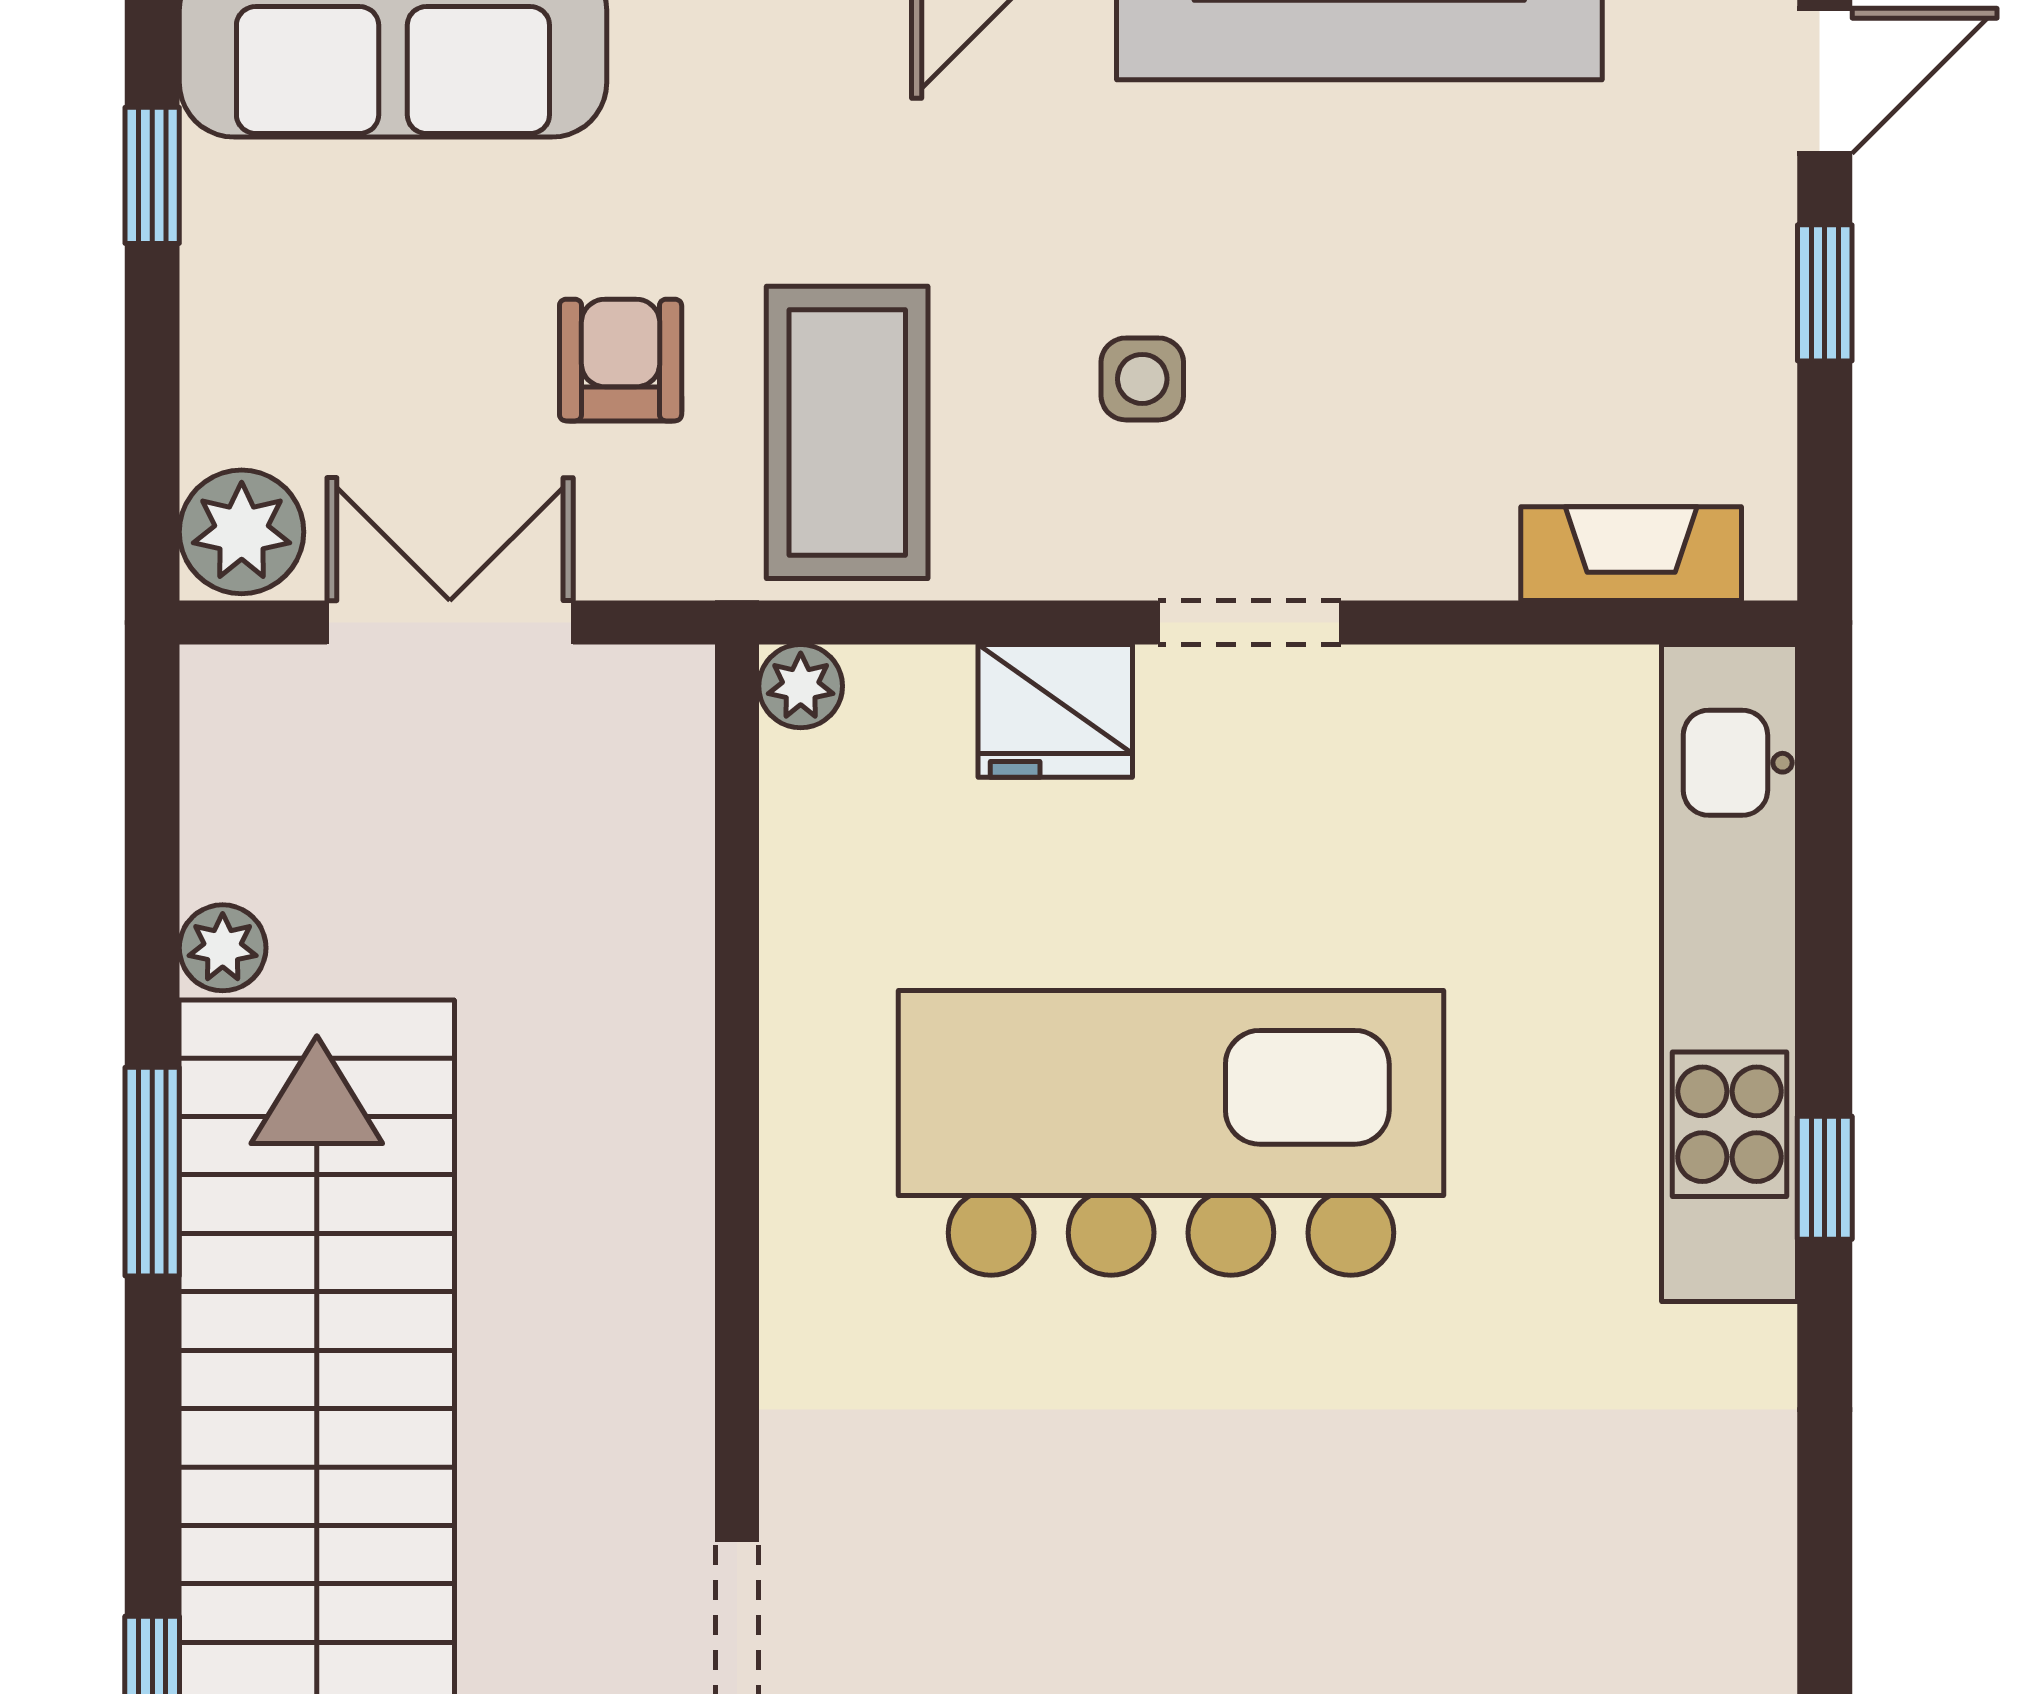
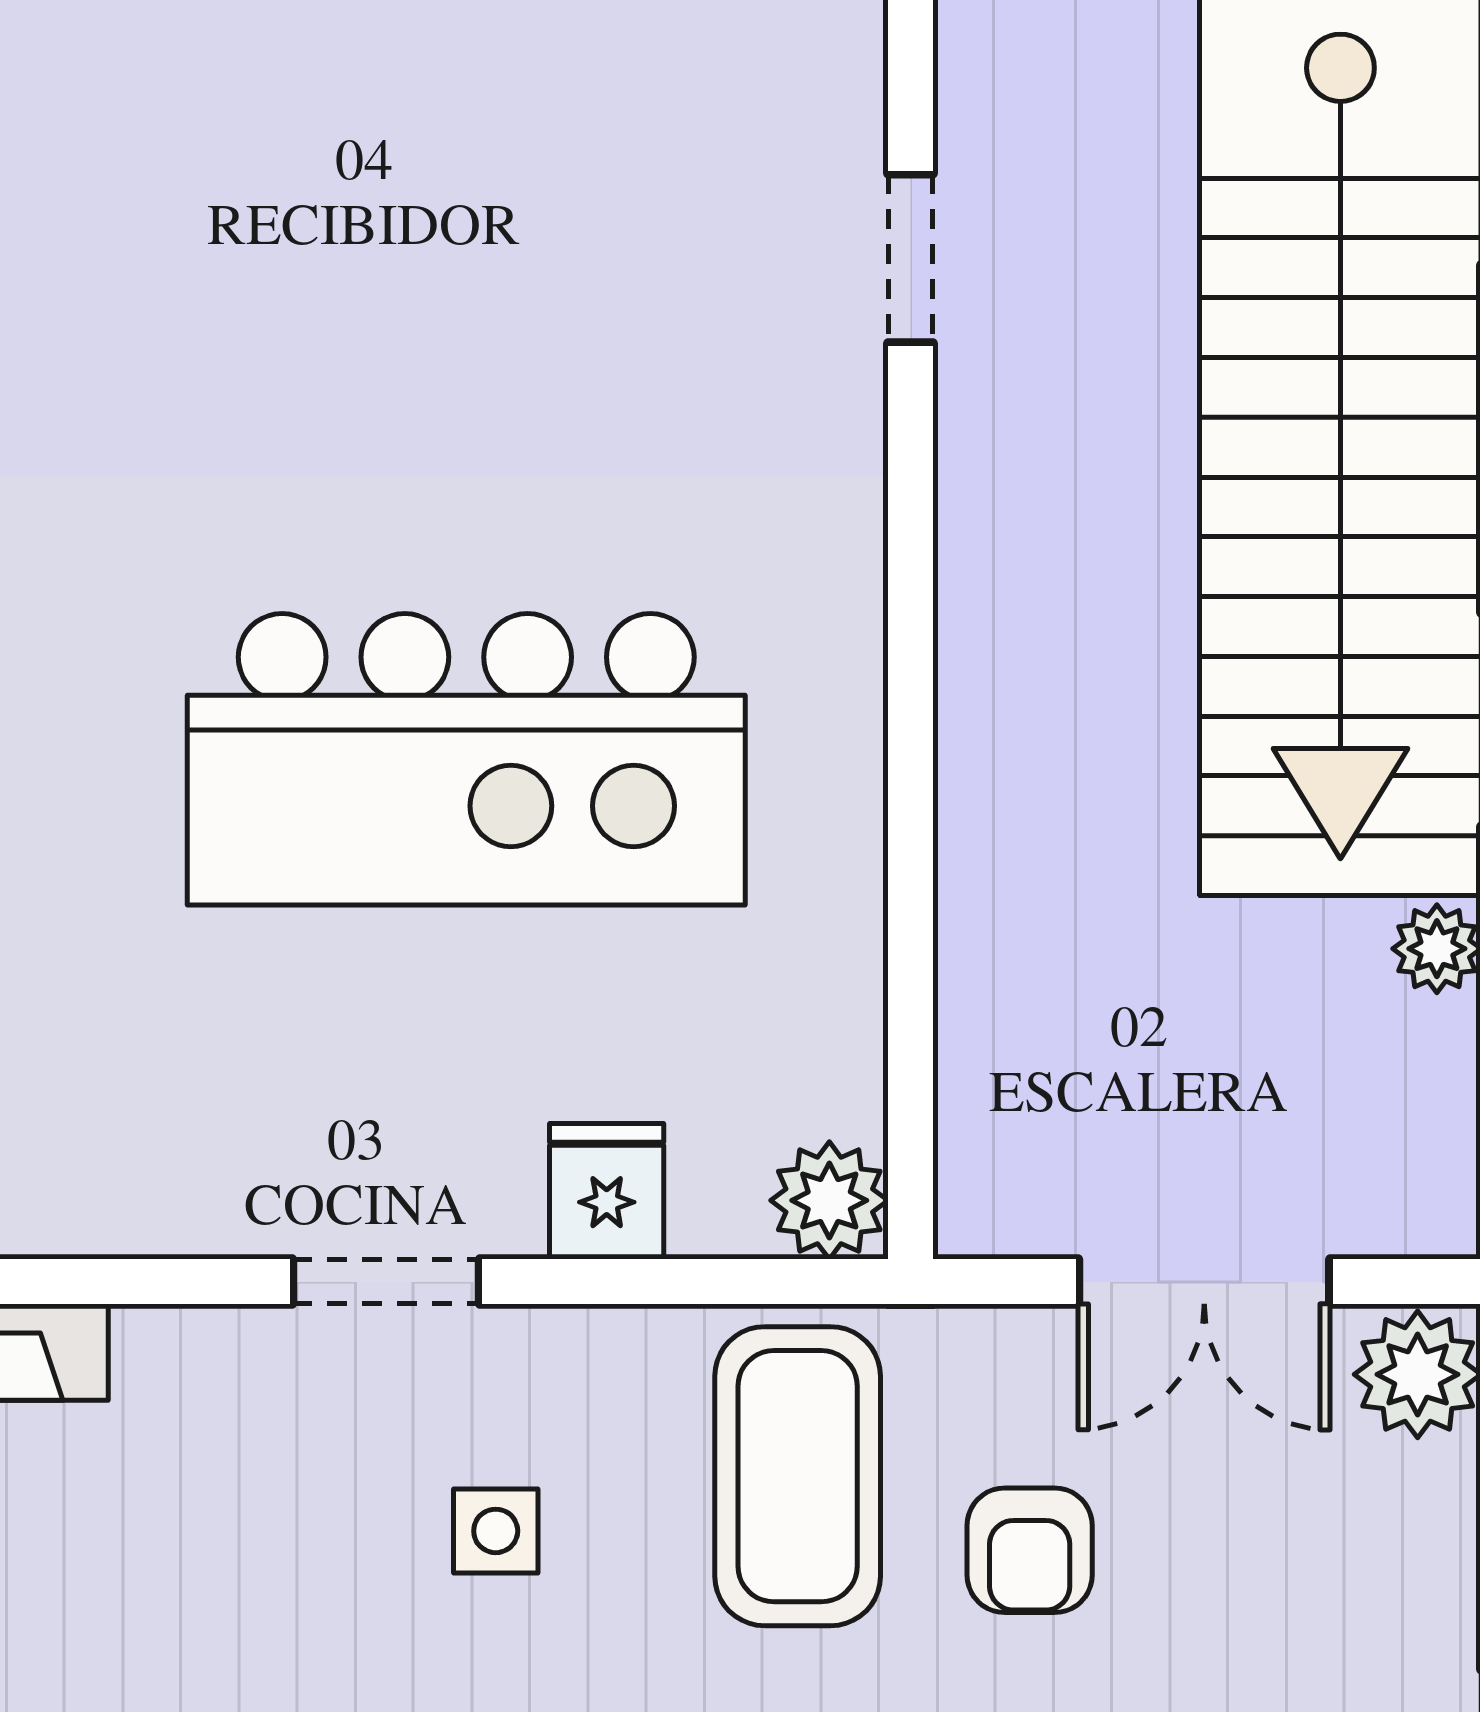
plant: (801, 686) -> (829, 1200), width x1.38, depth x1.38
fridge: (1055, 711) -> (607, 1191), width x0.72

